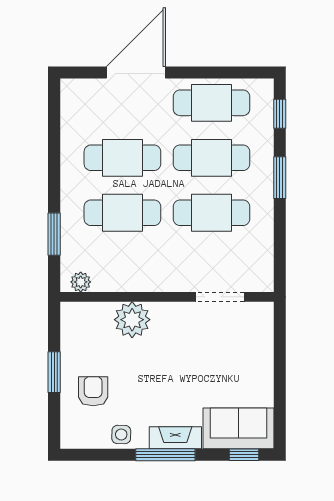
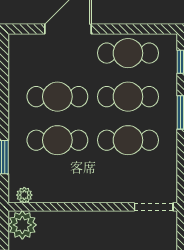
doorway: (220, 297) -> (154, 207), moved
plant: (132, 320) -> (22, 225), moved

